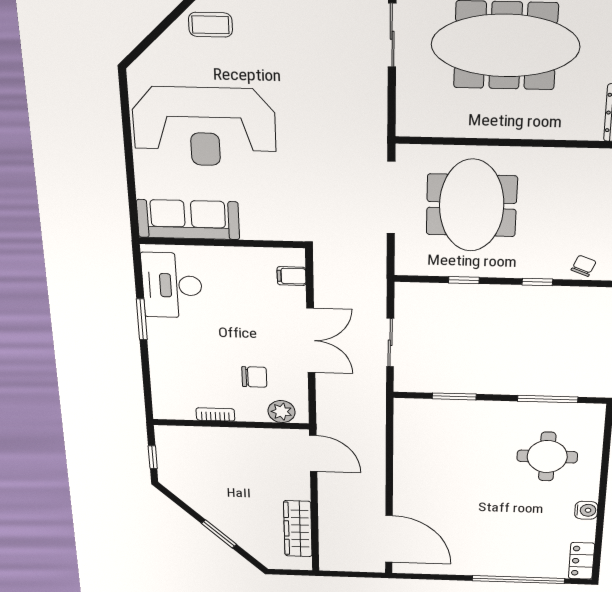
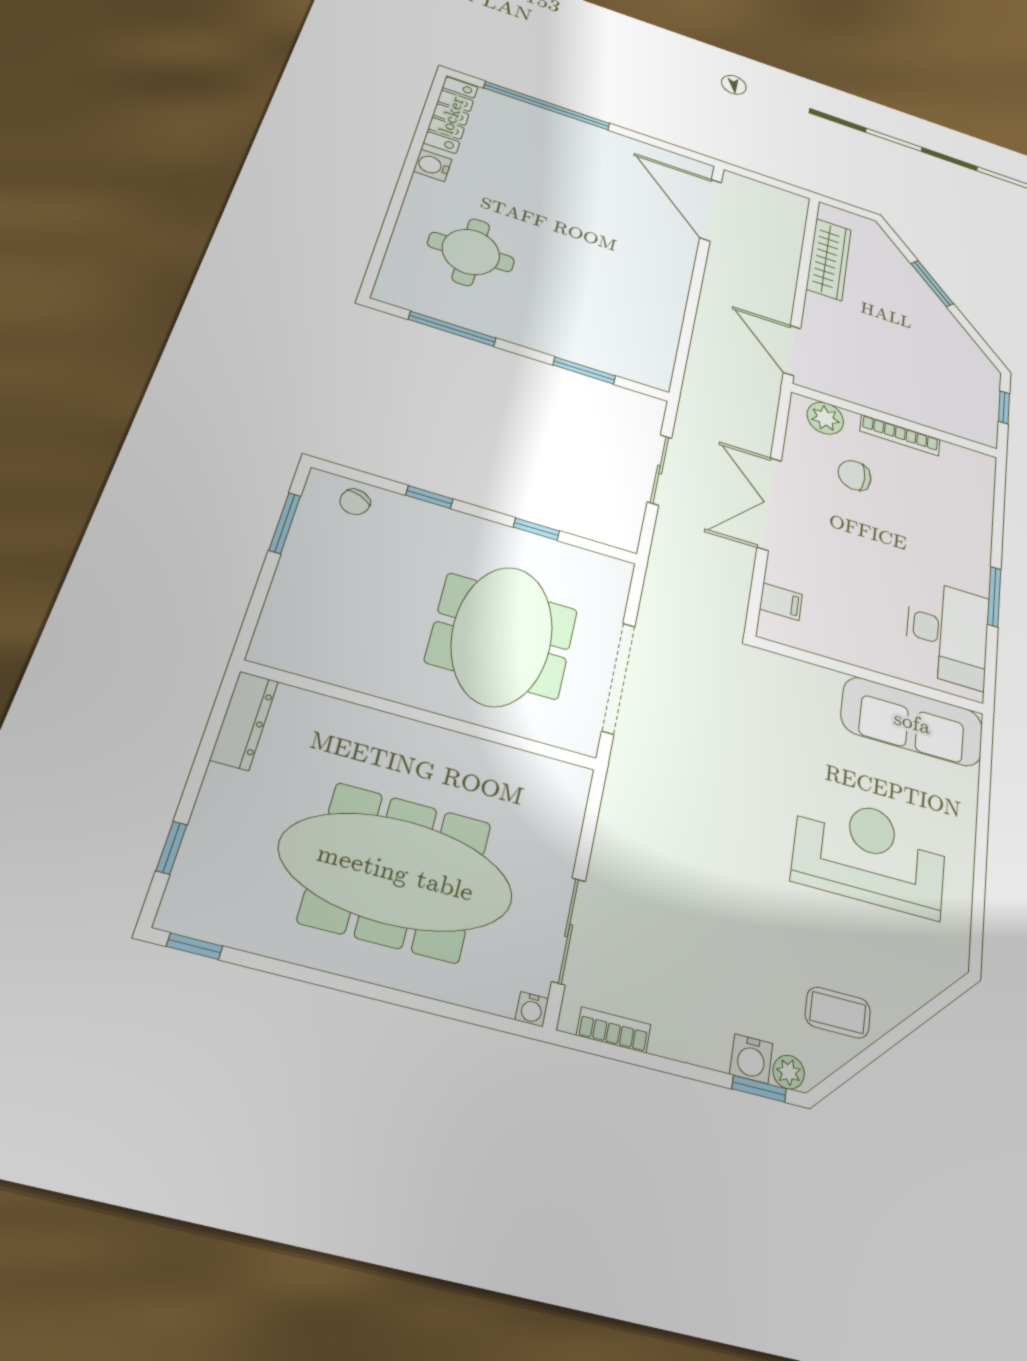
reception desk: (204, 127) -> (870, 855), width x0.74, depth x0.77
bookcase: (215, 414) -> (900, 435), width x1.56
locker: (581, 561) -> (451, 115), width x1.53

